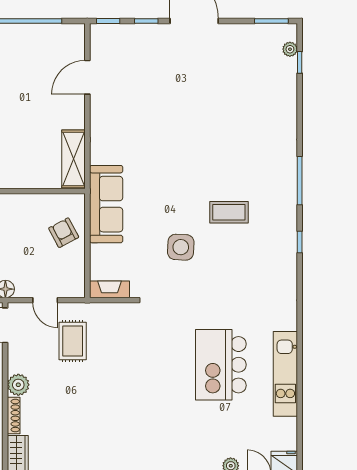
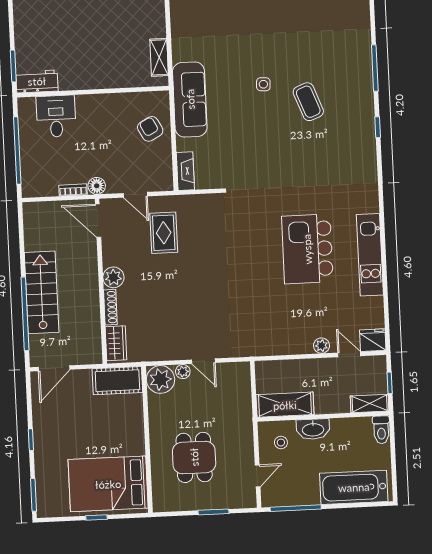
shelving: (73, 159) -> (159, 57), width x0.67, depth x0.75
coffee table: (229, 212) -> (308, 102), turned 69
side table: (181, 247) -> (263, 84), moved, width x0.54, depth x0.54
fireplace: (109, 289) -> (185, 171), moved, turned 90

